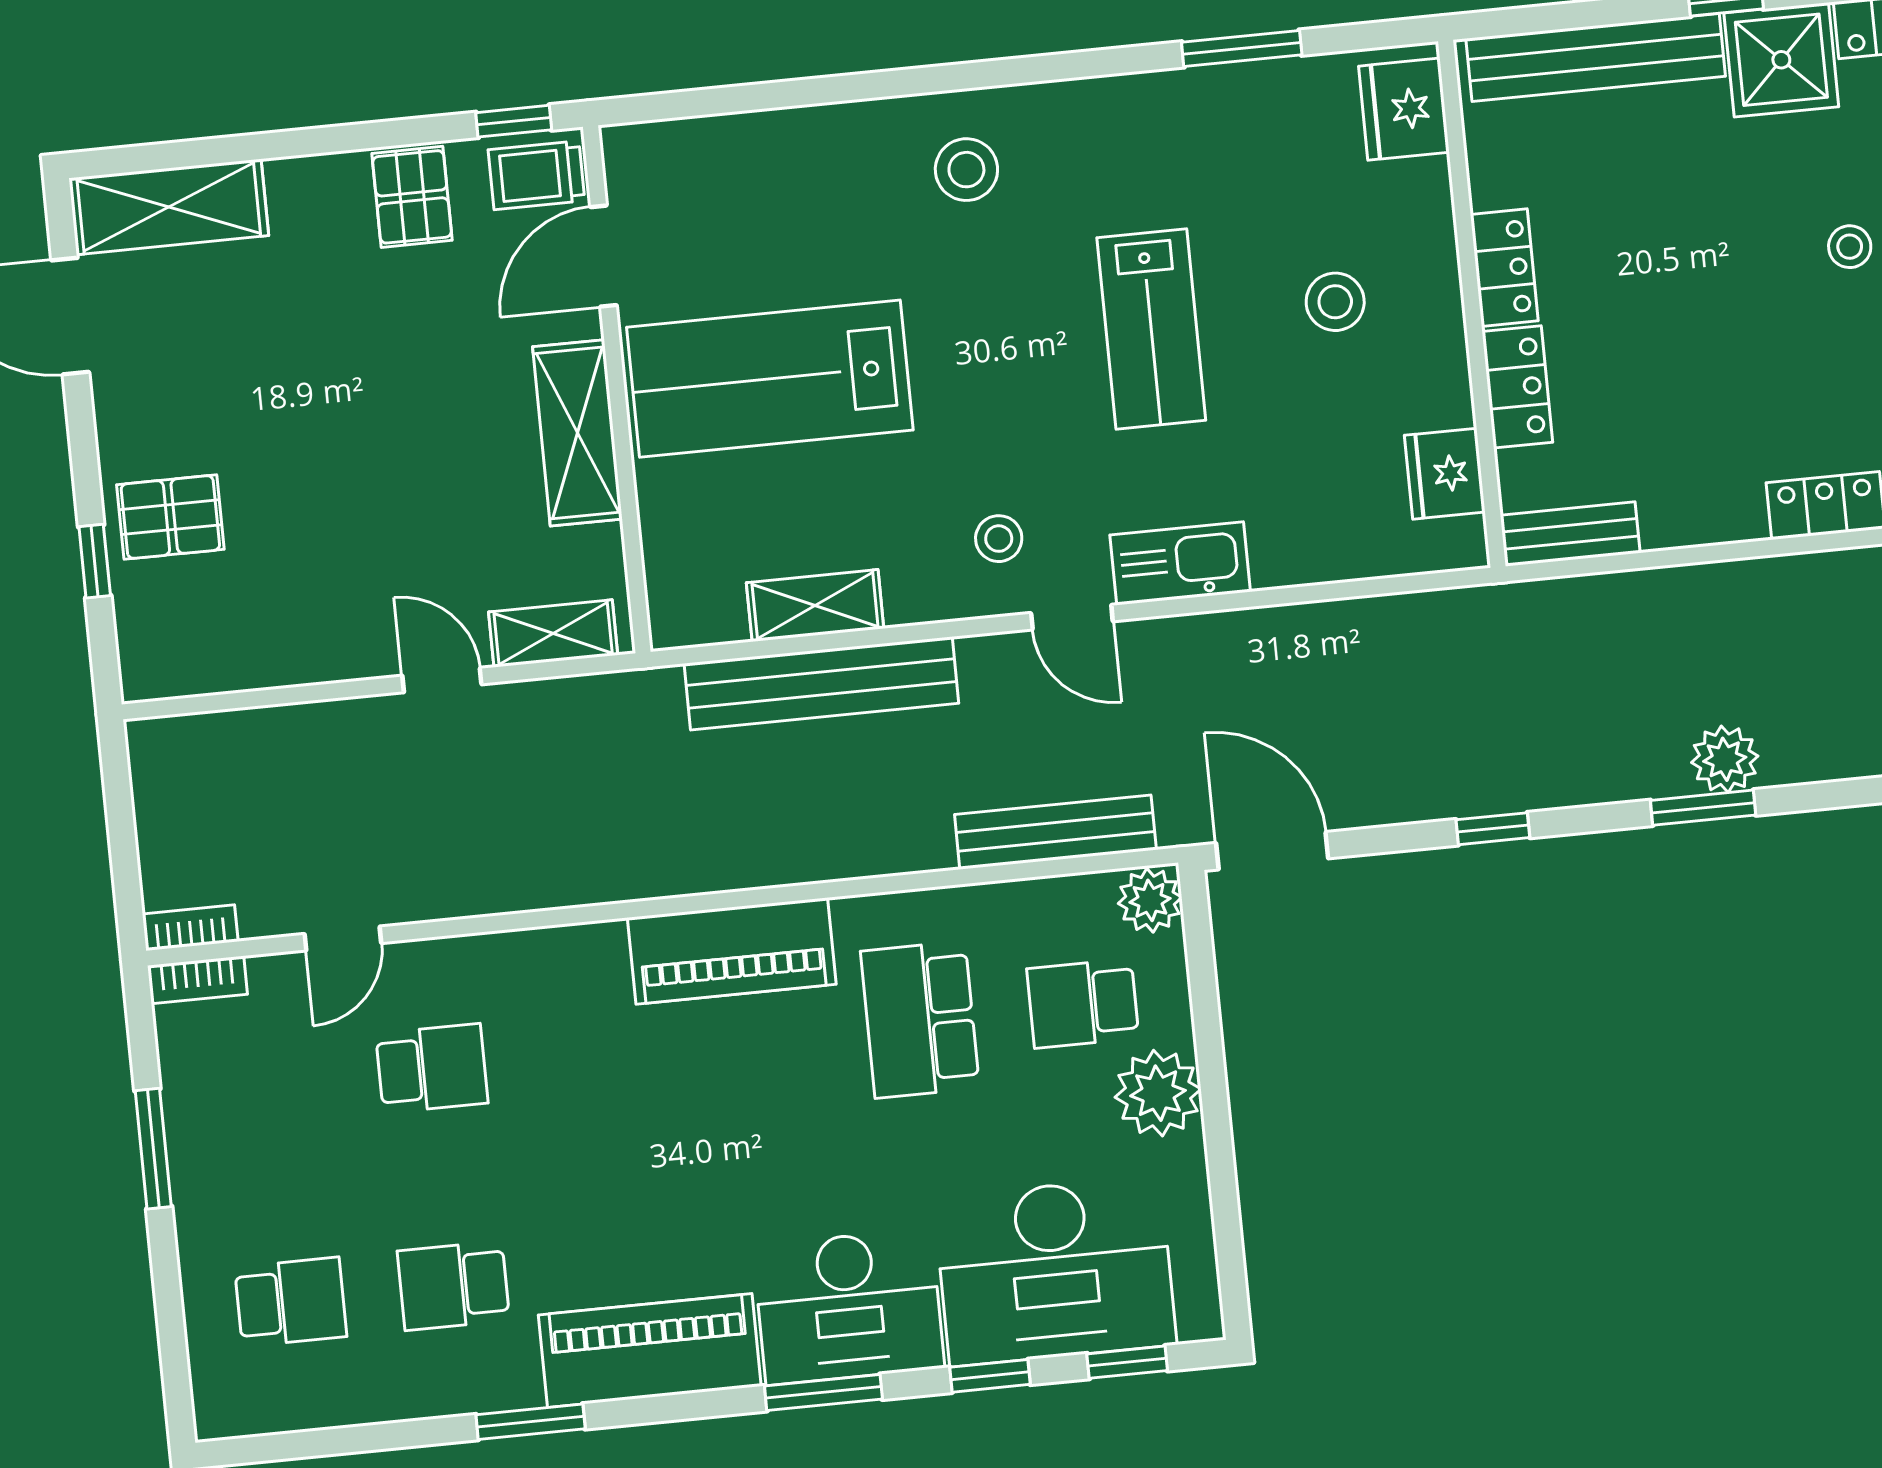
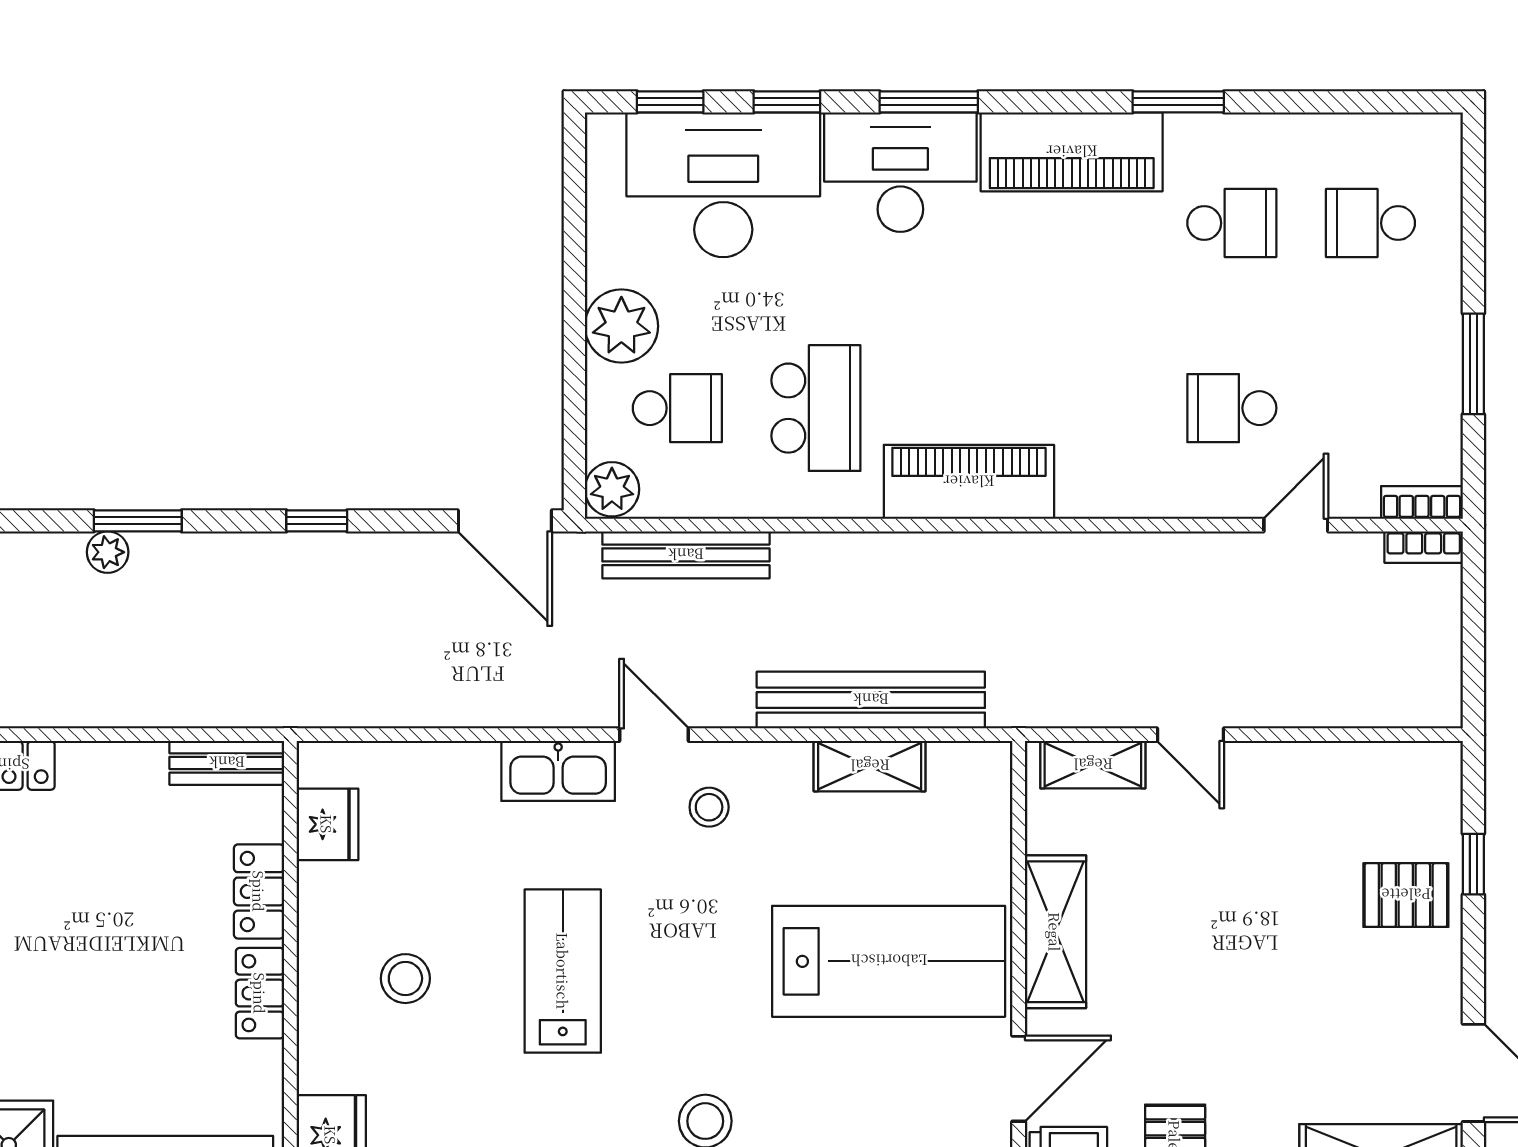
plant: (1725, 759) -> (108, 552), width x0.73, depth x0.73

